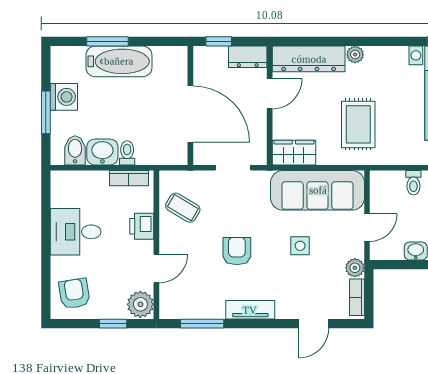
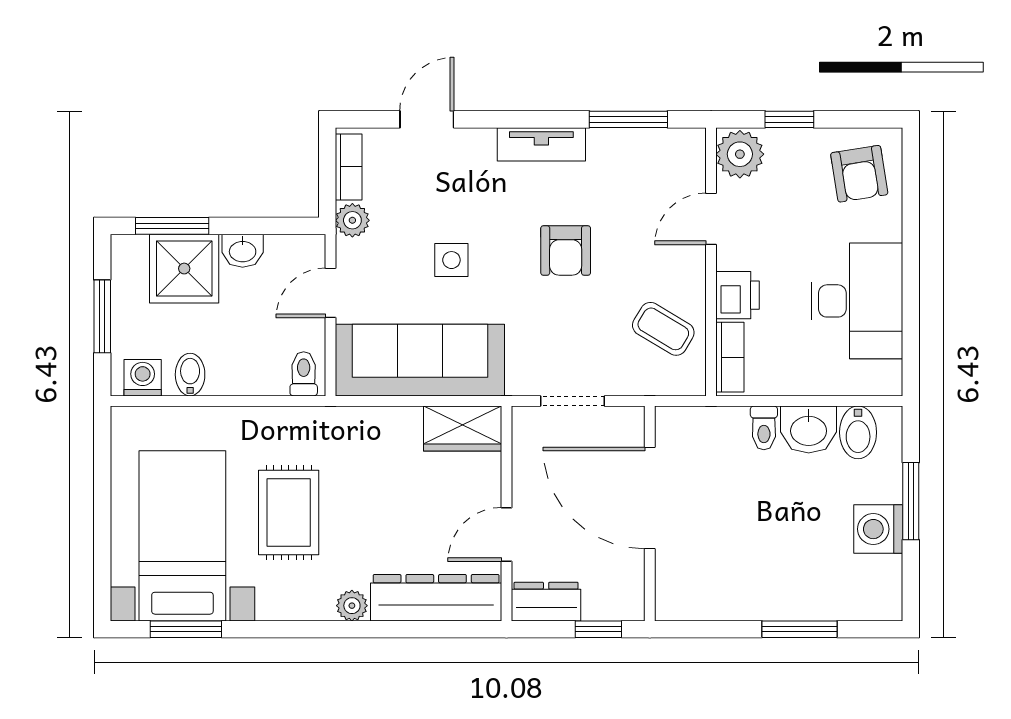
bathtub: (119, 61) -> (779, 593), removed
rug: (358, 124) -> (289, 512), moved
bookcase: (129, 178) -> (730, 357), moved, turned 90
toilet: (413, 183) -> (304, 374), moved
desk: (76, 232) -> (857, 301), width x1.37

